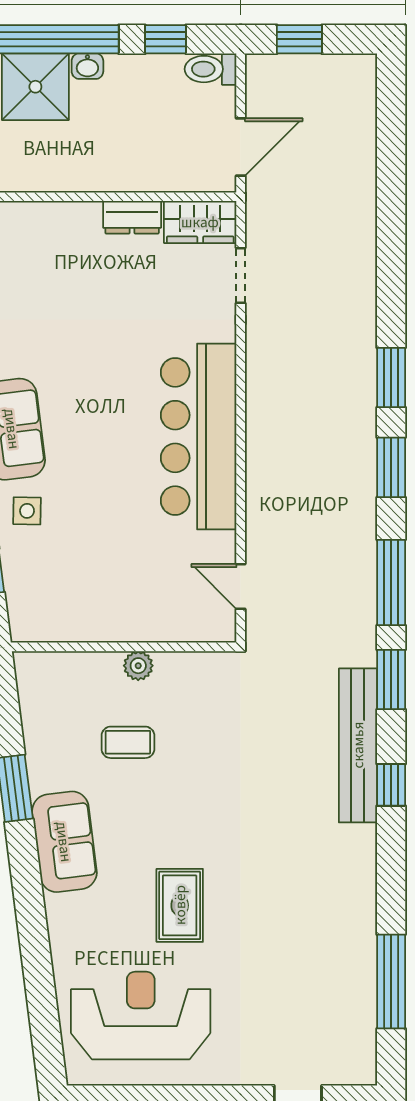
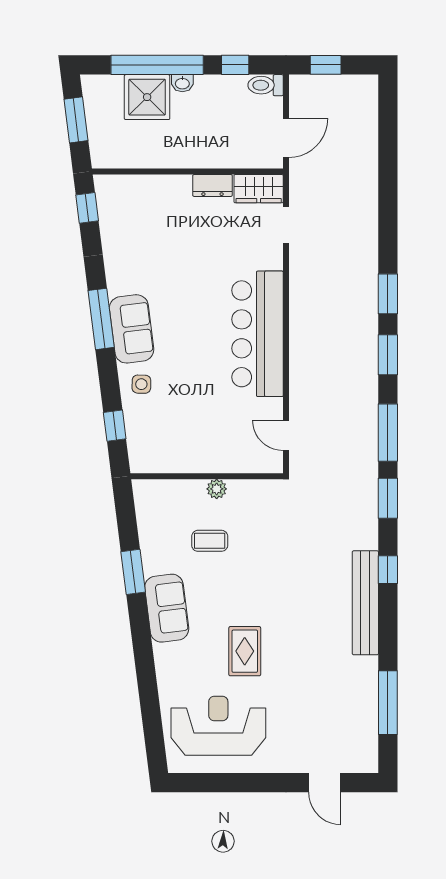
bench: (358, 745) -> (365, 603), moved

